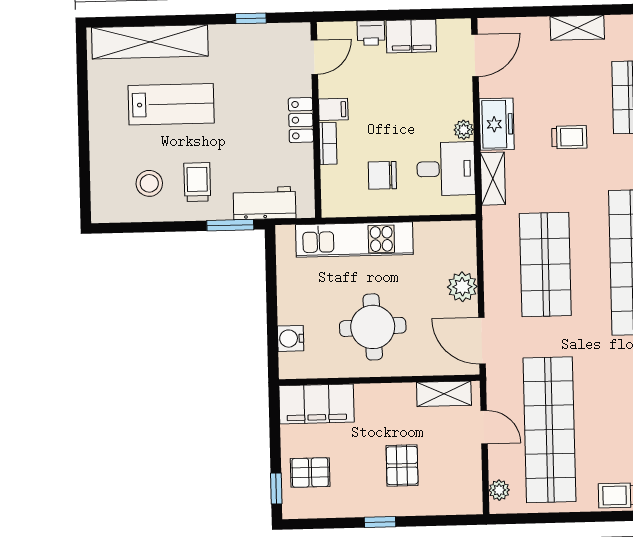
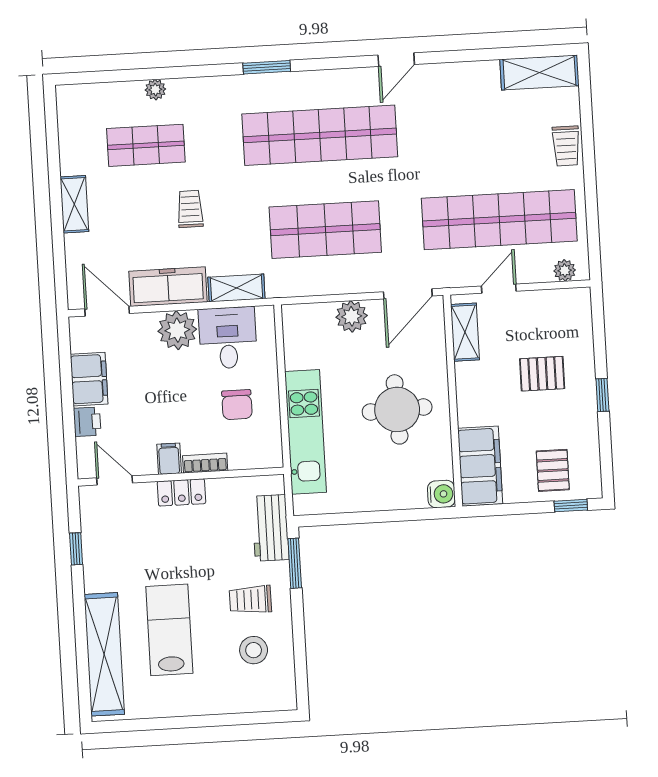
freezer: (497, 124) -> (168, 287), width x1.40
plant: (464, 130) -> (177, 330), width x1.88, depth x1.88
water cooler: (291, 338) -> (441, 494), moved, turned -90

